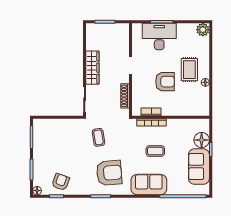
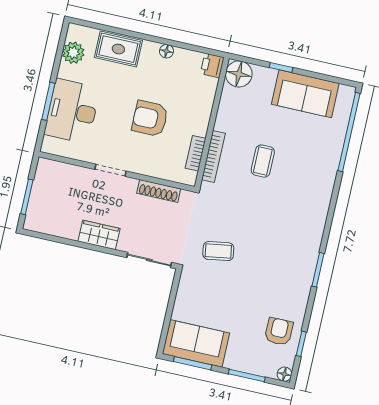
plant: (203, 30) -> (73, 53), moved
wardrobe: (92, 68) -> (99, 235), width x0.67
rug: (189, 70) -> (118, 49), moved
armchair: (165, 82) -> (150, 118), turned -90
printer: (203, 110) -> (212, 66), added
floor lamp: (202, 140) -> (239, 74), moved
armchair: (109, 173) -> (282, 247), removed
armchair: (61, 182) -> (279, 331), turned 70
sofa: (149, 185) -> (196, 343), moved, turned 90

